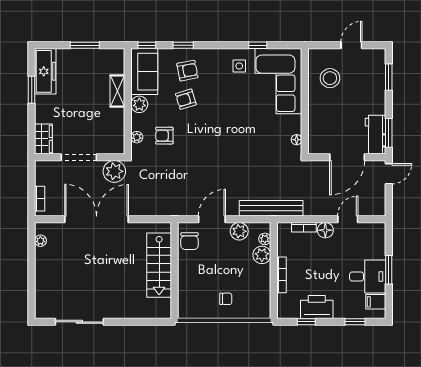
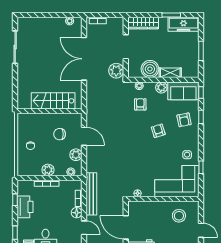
armchair: (186, 99) -> (158, 131), moved
boiler: (112, 121) -> (150, 69), added
wardrobe: (43, 139) -> (143, 23), width x1.50
bench: (271, 208) -> (91, 194), moved
double door: (97, 219) -> (84, 59), swing flipped
chair: (190, 241) -> (60, 134), moved
plant: (262, 255) -> (48, 170), moved

